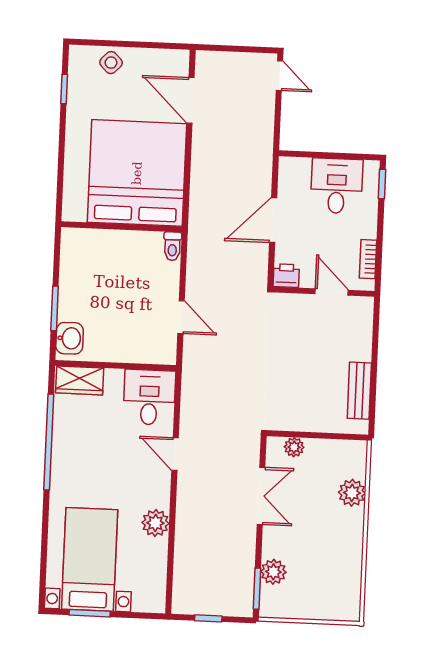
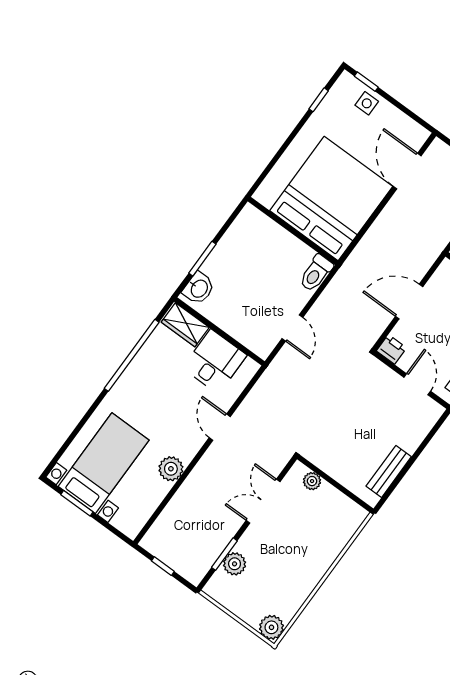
window: (97, 43) -> (366, 82), added
side table: (111, 63) -> (367, 103), turned 45
toilet: (172, 246) -> (316, 273), width x1.37, depth x1.39
desk: (149, 397) -> (215, 362), moved
plant: (352, 493) -> (271, 627), moved
double door: (261, 496) -> (263, 501), swing flipped
window: (257, 589) -> (224, 554), moved

